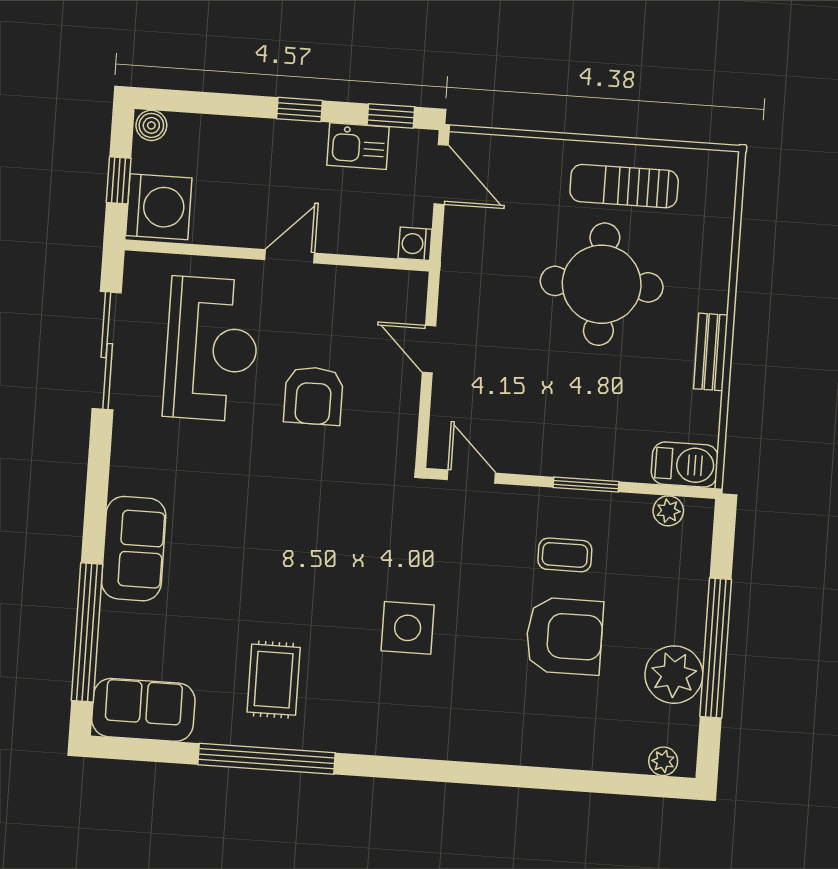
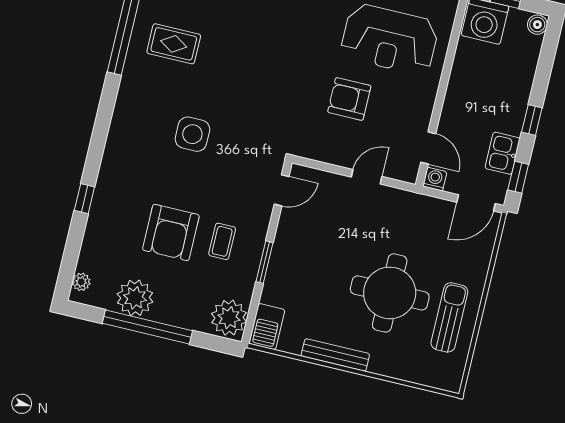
door: (290, 256) -> (428, 148), moved
bench: (711, 352) -> (335, 355), width x1.36
plant: (668, 511) -> (229, 318), width x1.87, depth x1.87
window: (534, 778) -> (84, 199), added

